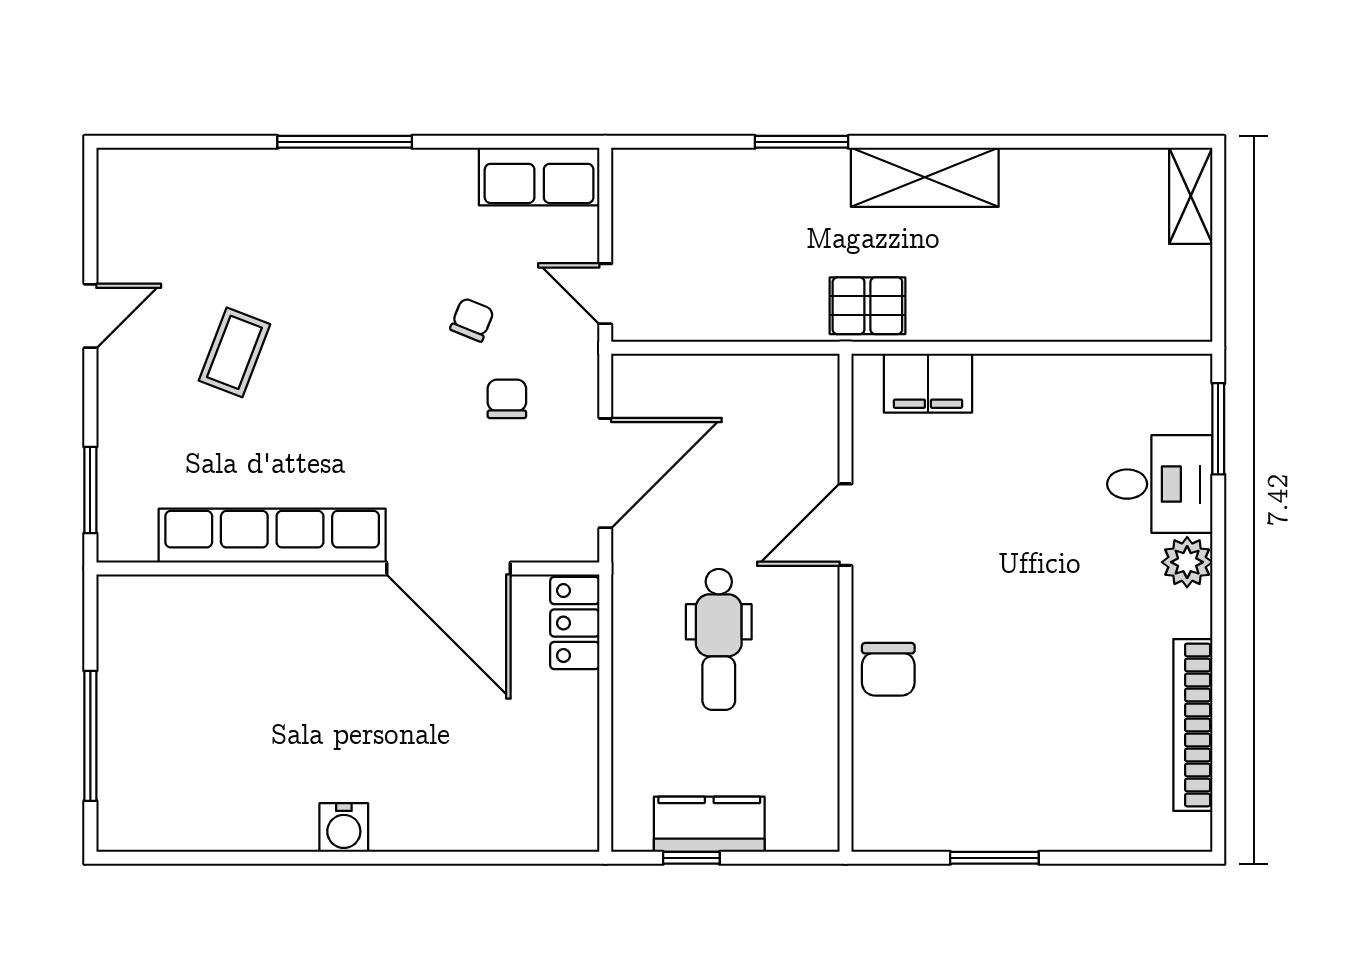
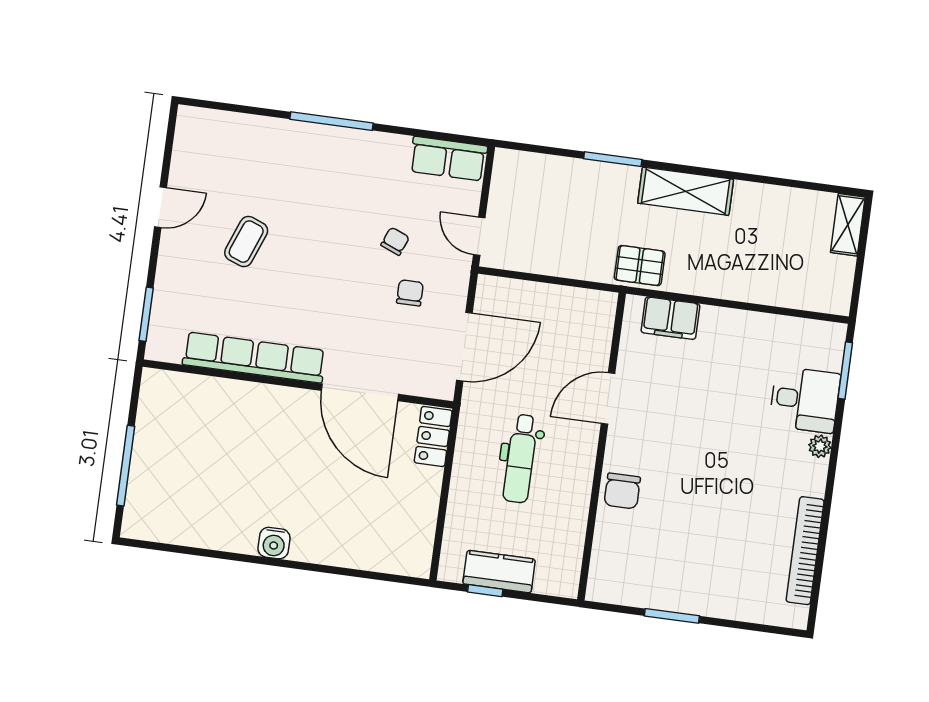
plant: (1187, 562) -> (820, 446), width x0.73, depth x0.73

